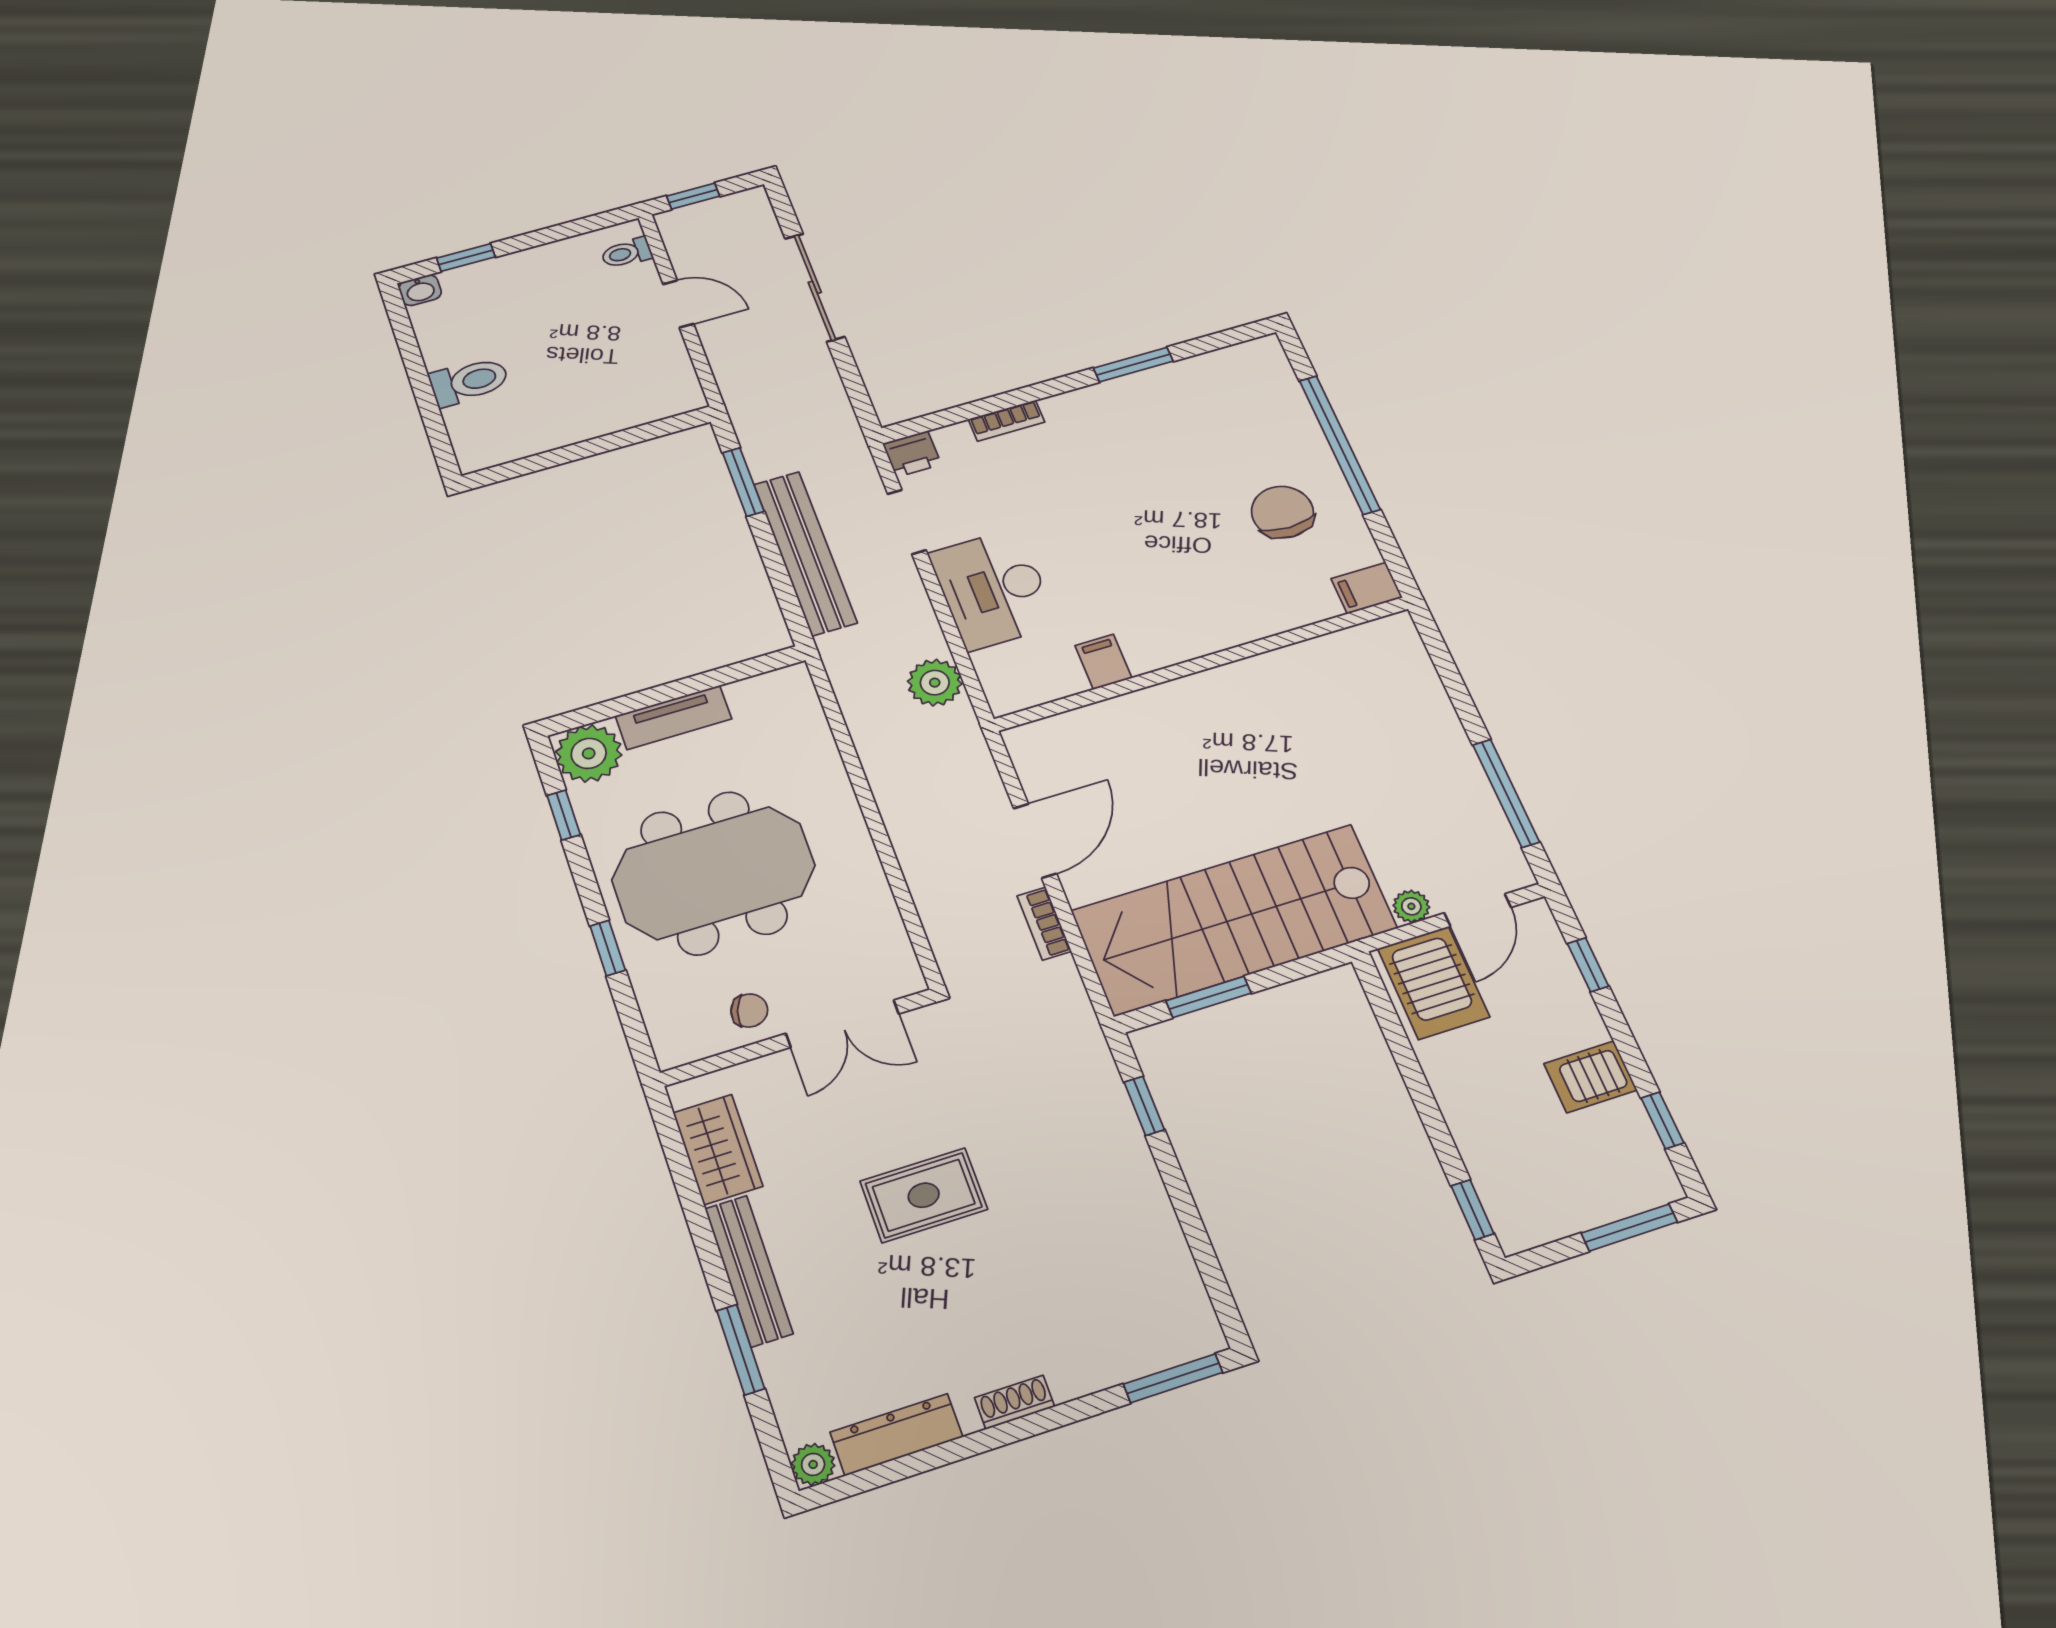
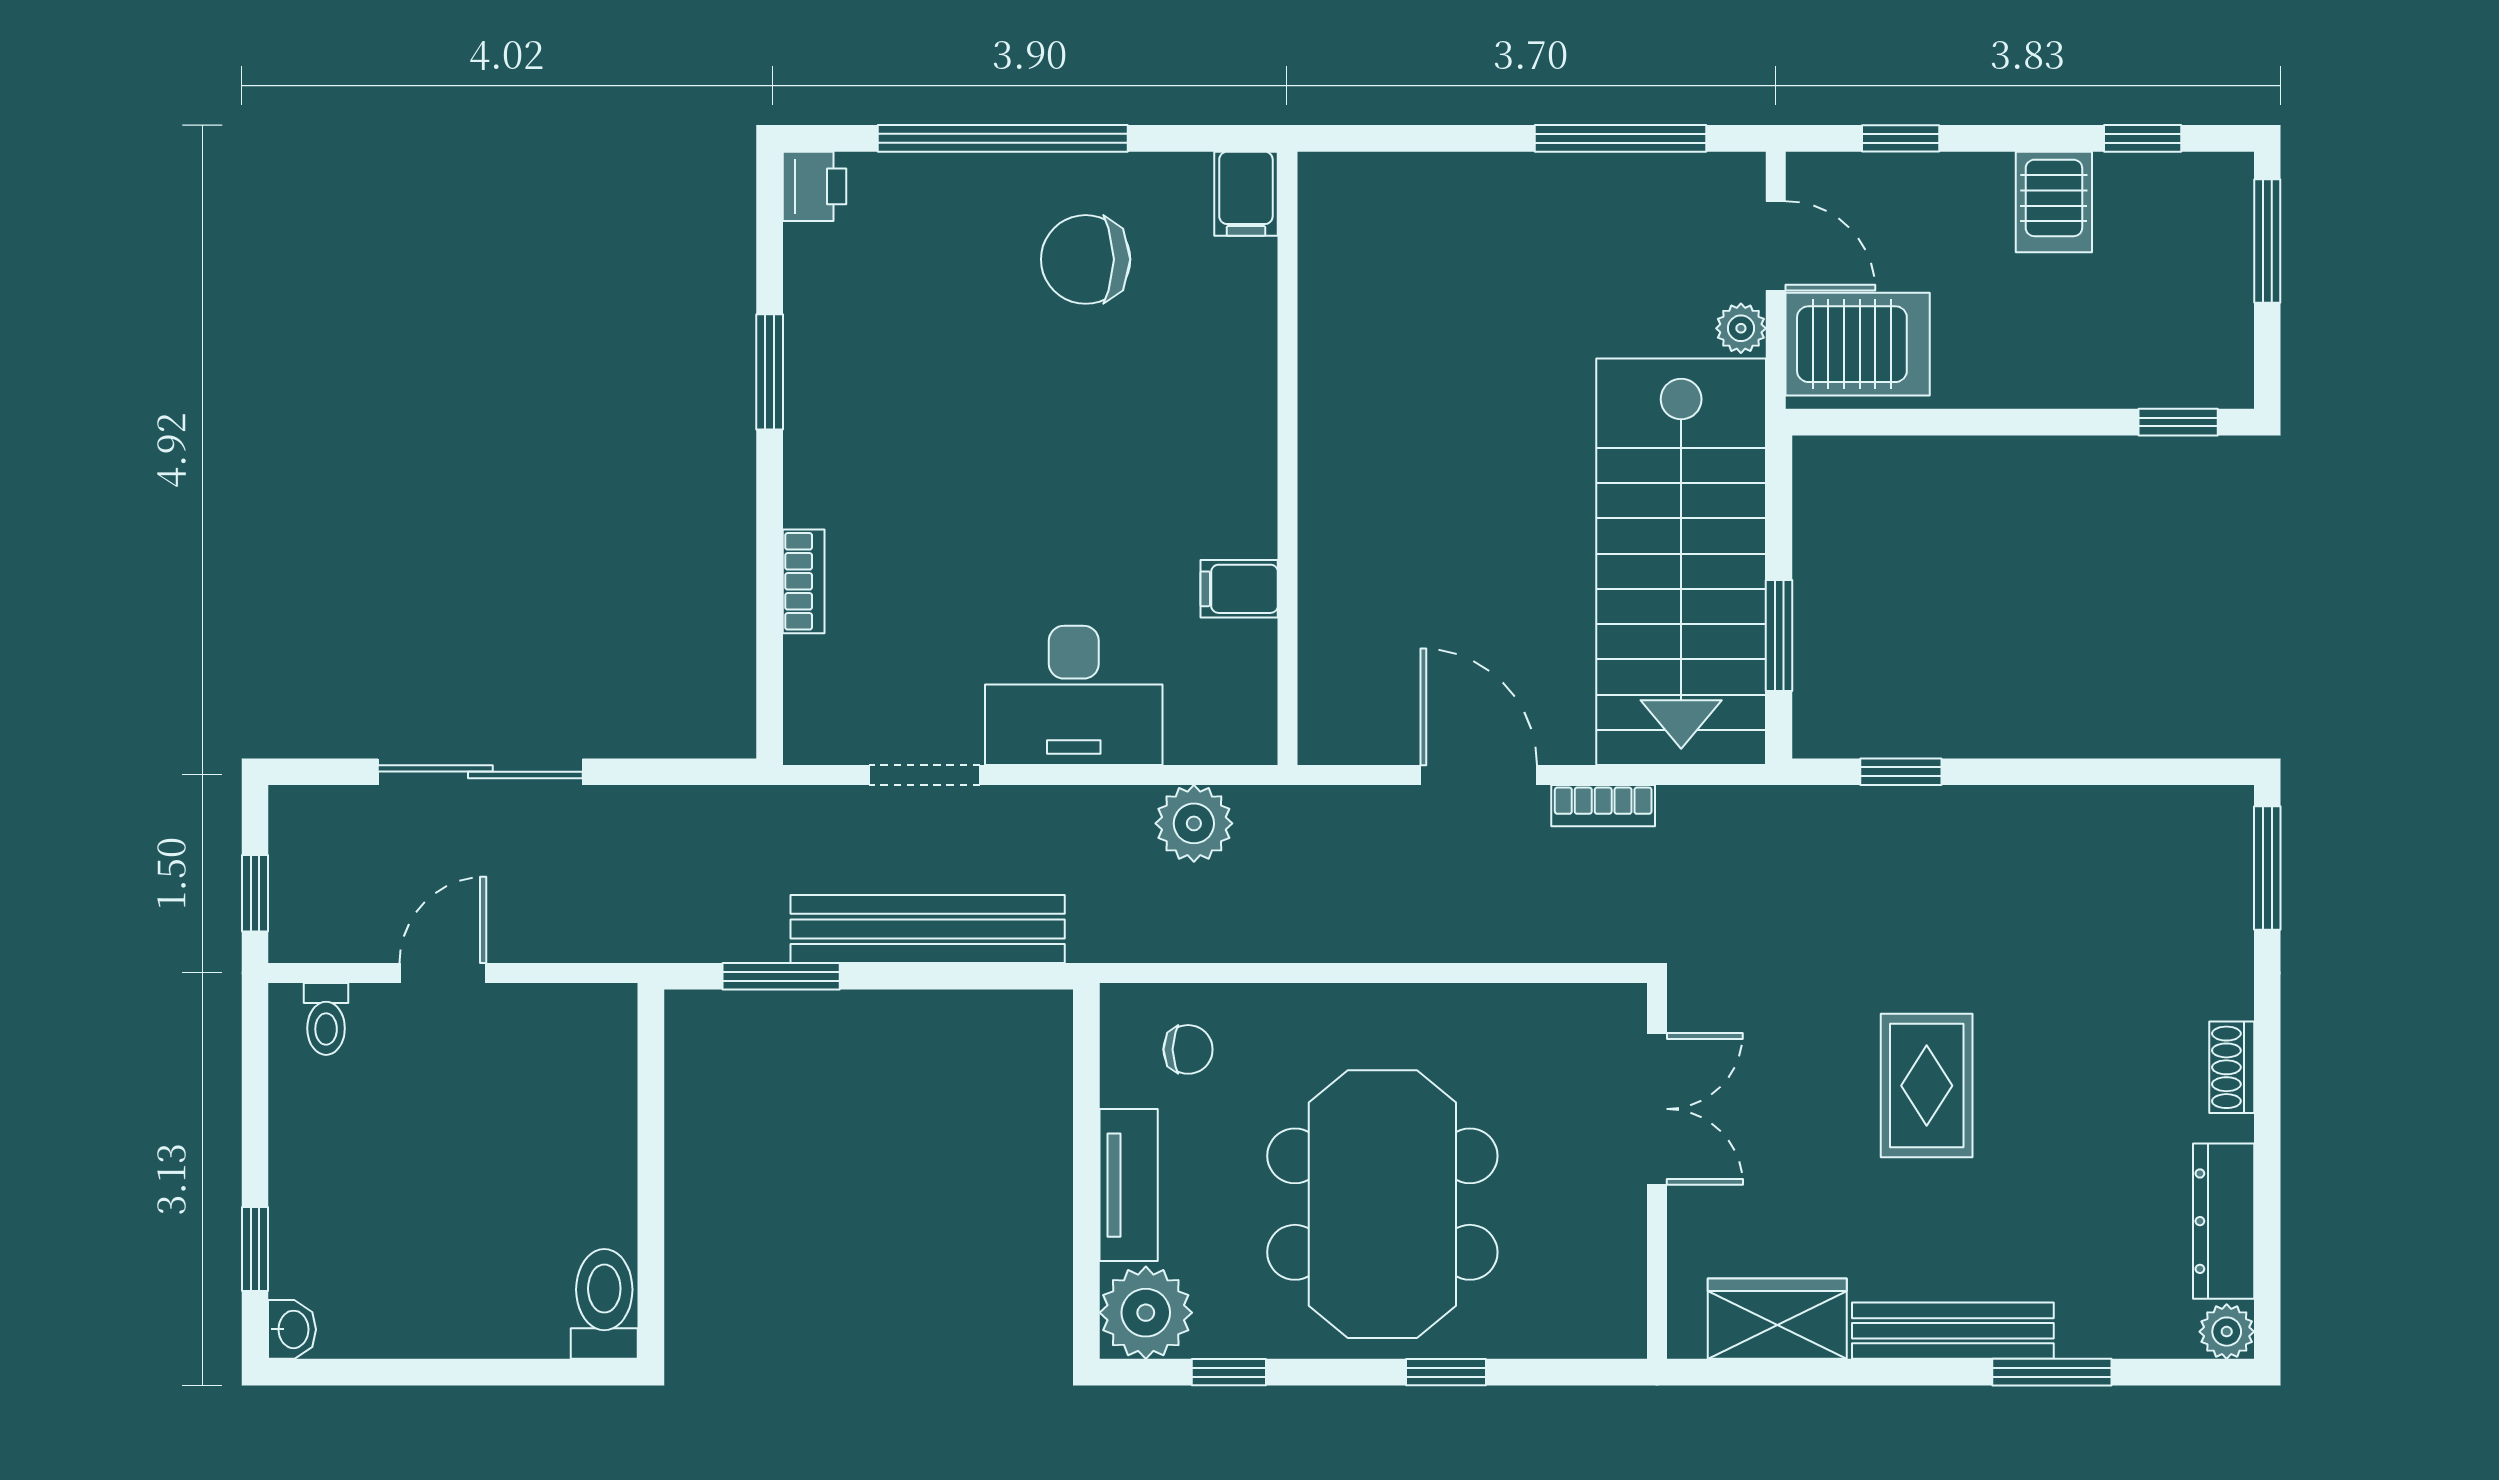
toilet: (469, 381) -> (604, 1304), moved
printer: (912, 454) -> (814, 186), moved
chair: (749, 1011) -> (1188, 1049), moved, turned 73

